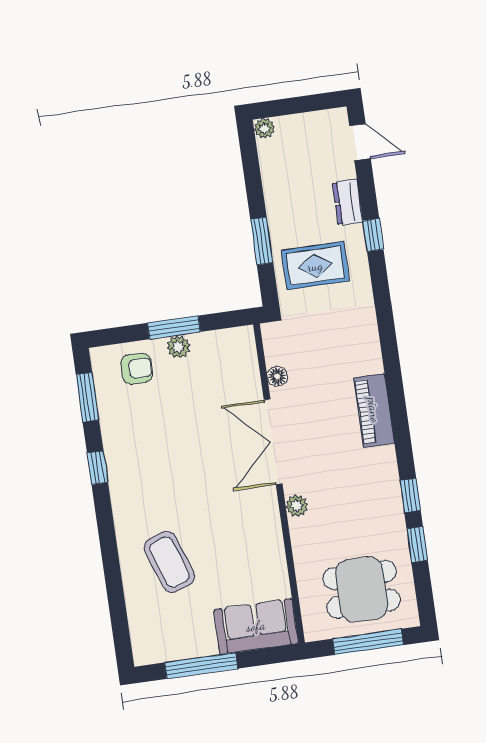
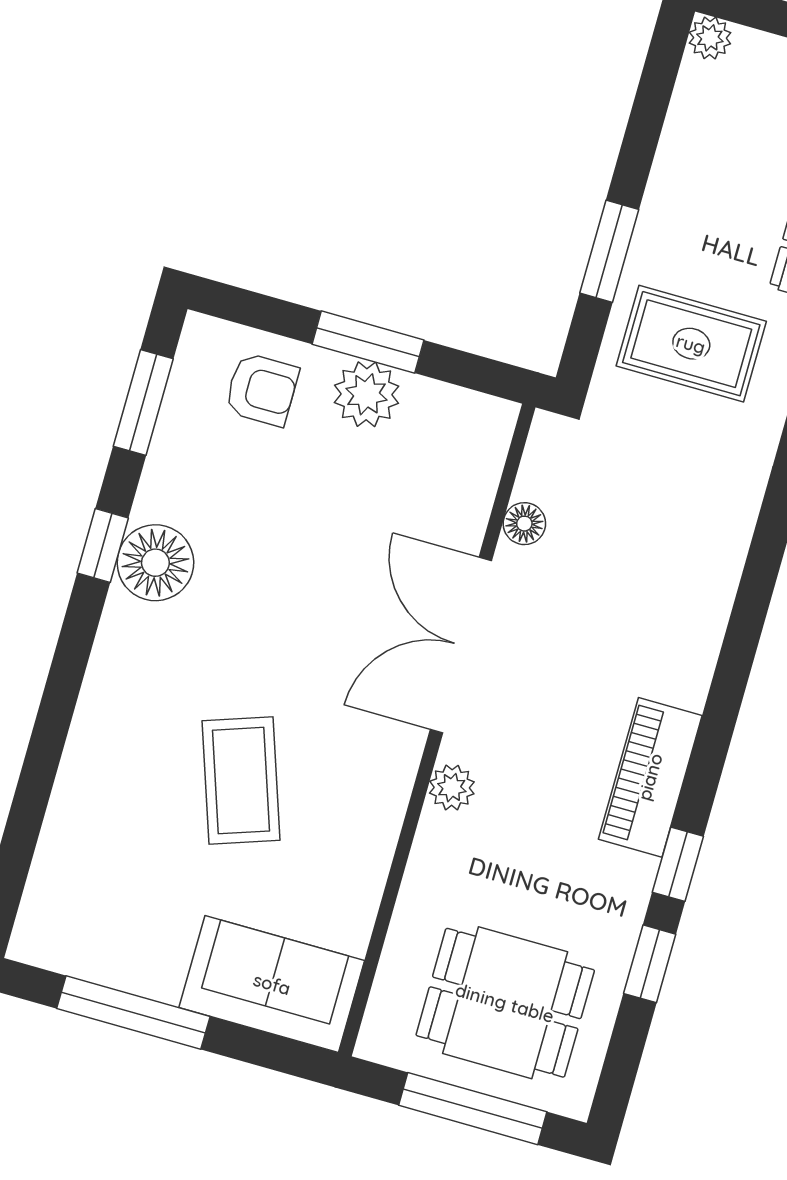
plant: (178, 347) -> (366, 394), width x1.38, depth x1.38
piano: (374, 410) -> (650, 777), moved
floor lamp: (124, 465) -> (155, 563), added
coffee table: (169, 562) -> (241, 781), moved

